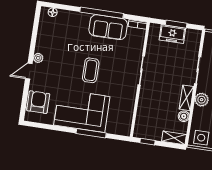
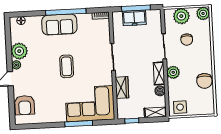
window: (176, 24) -> (136, 8), width x1.44
sofa: (108, 27) -> (59, 24), moved
plant: (44, 44) -> (19, 51), added
armchair: (38, 102) -> (25, 105), turned 180
wardrobe: (144, 105) -> (122, 88), added
corner sofa: (82, 111) -> (90, 104), moved

